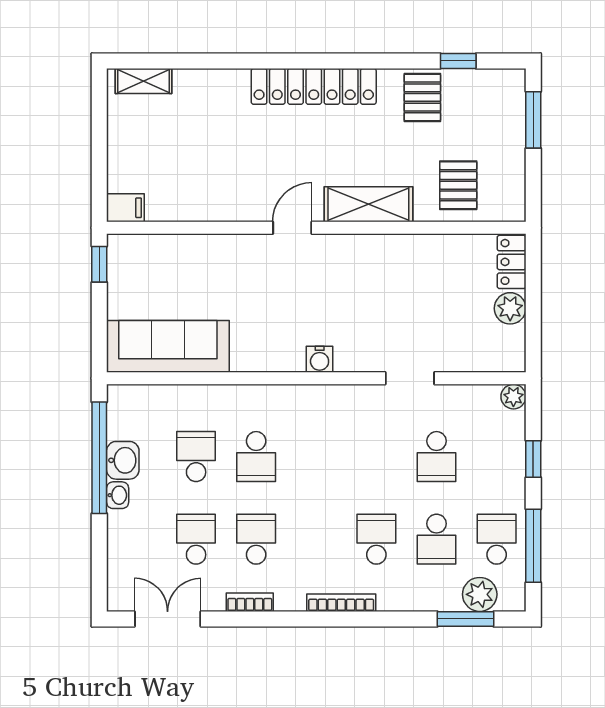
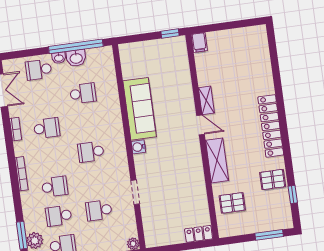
shelving: (143, 81) -> (206, 100), moved
plant: (510, 308) -> (176, 236), removed
sofa: (168, 346) -> (140, 109), moved
school desk: (256, 457) -> (91, 152), moved
school desk: (196, 539) -> (39, 70), moved, turned 180

